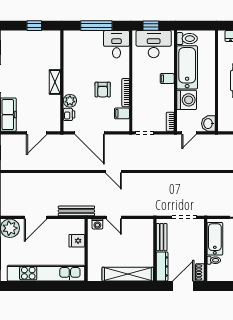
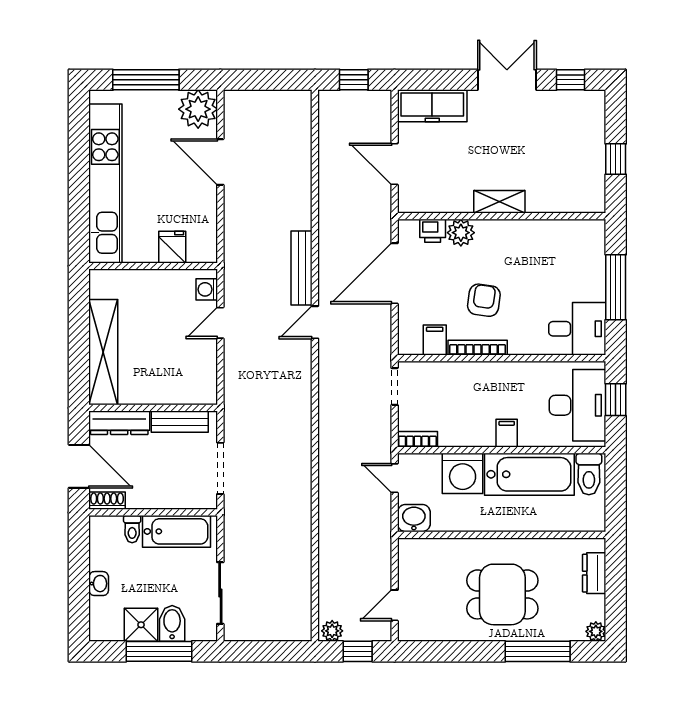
armchair: (103, 90) -> (484, 300), turned 98
bench: (76, 211) -> (302, 268), moved

